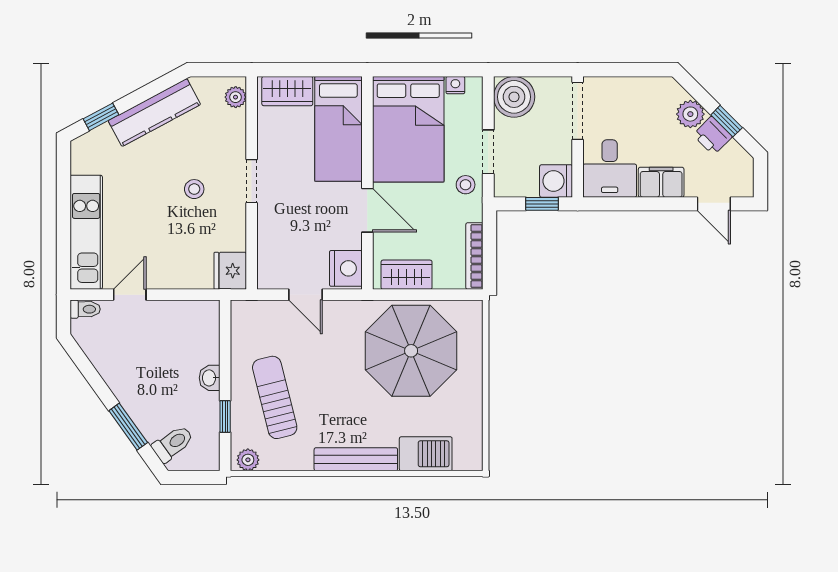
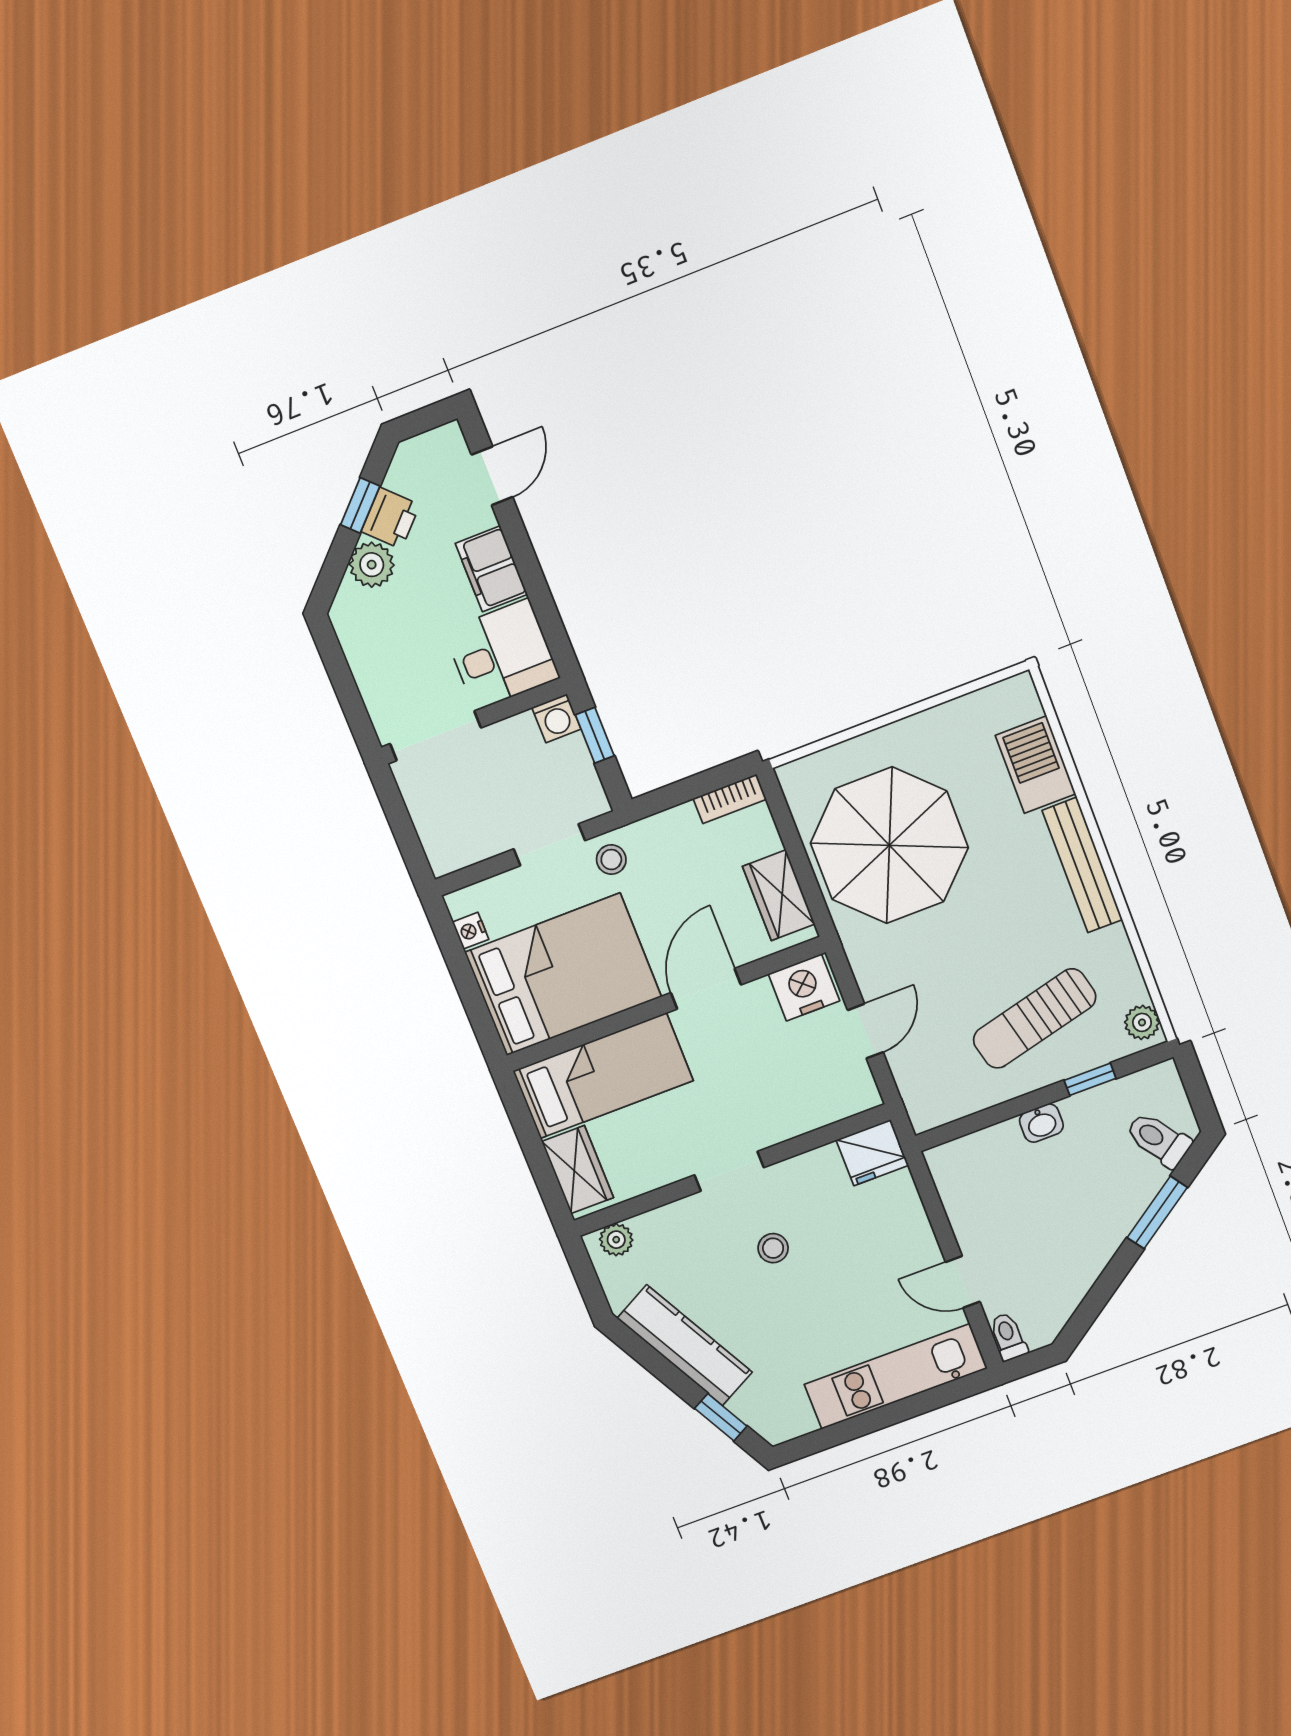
boiler: (514, 97) -> (453, 838), removed
washing machine: (556, 181) -> (556, 718), width x0.73, depth x0.73
bookcase: (474, 256) -> (730, 799), width x0.64

